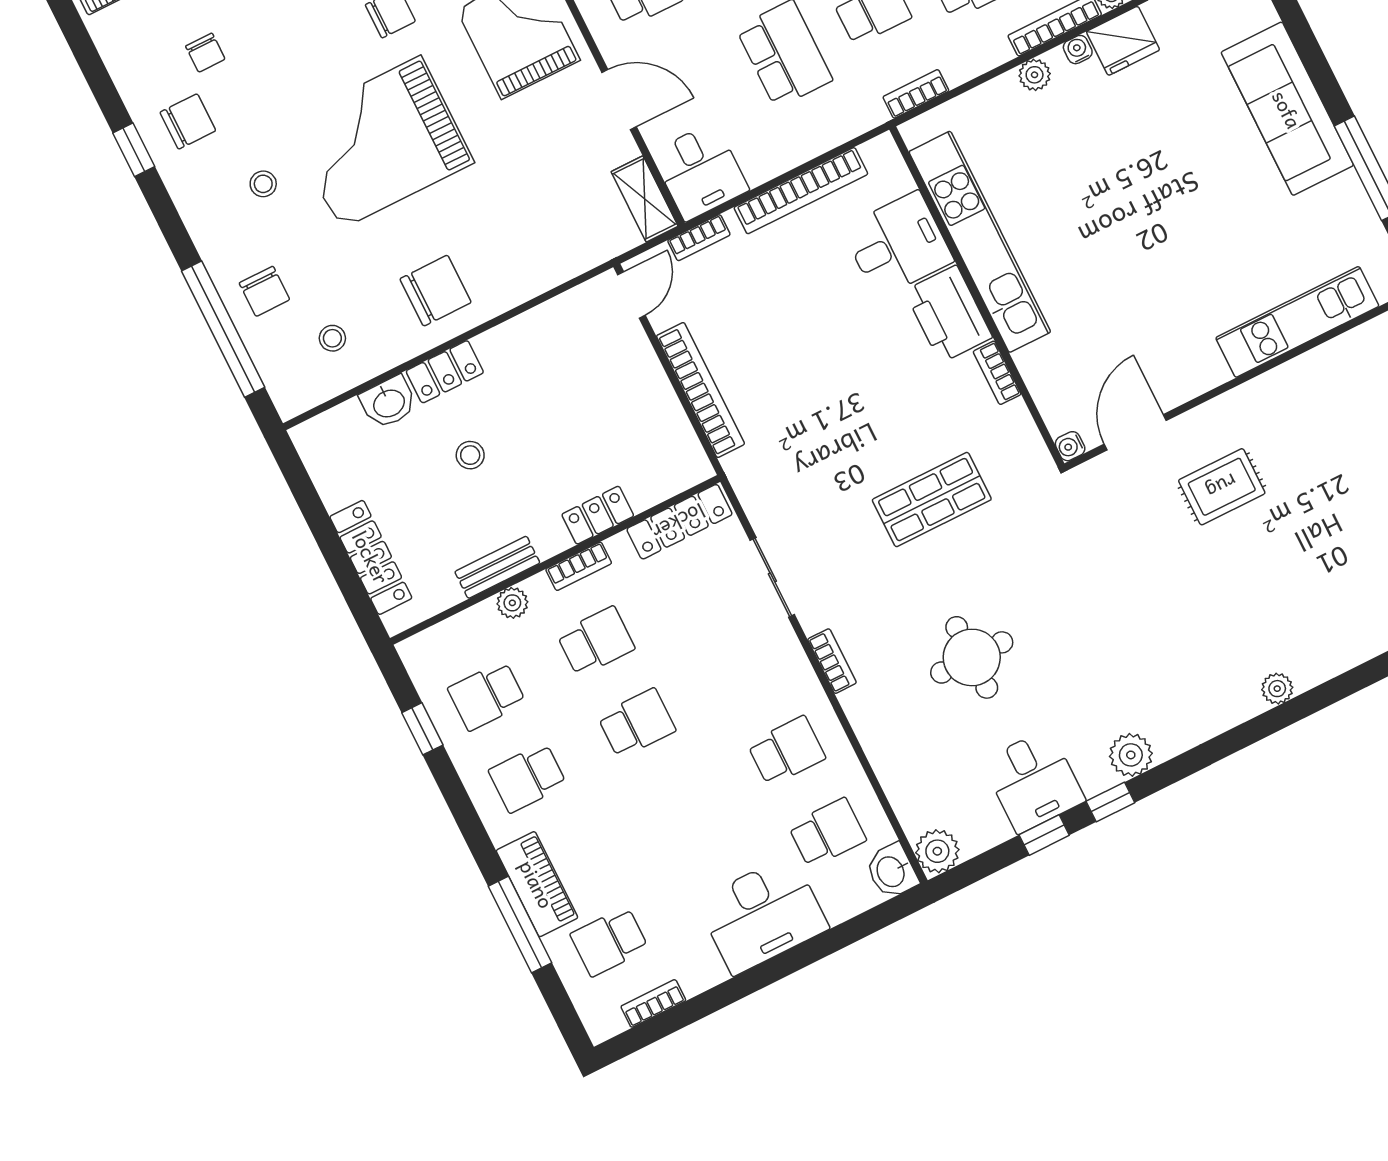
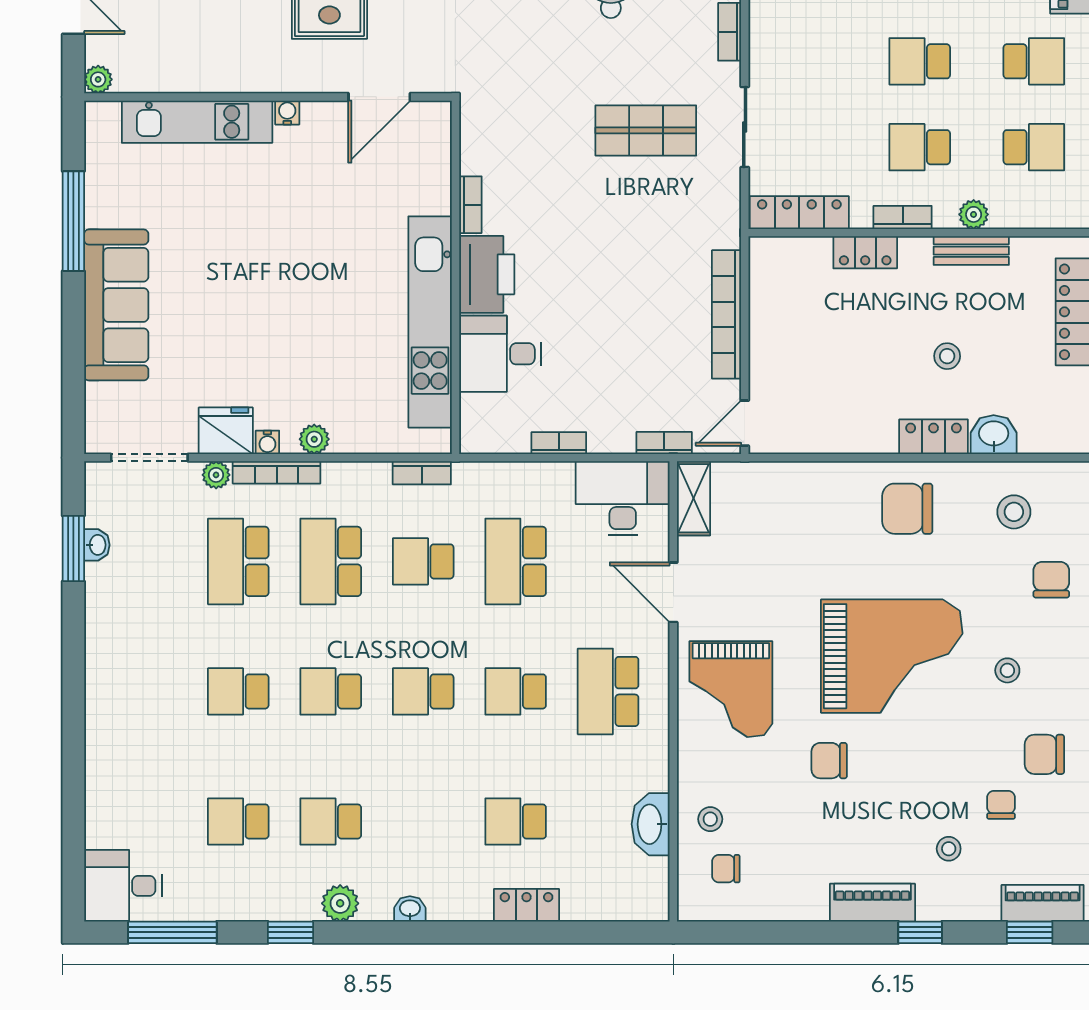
desk: (700, 171) -> (623, 498), width x1.37
bookcase: (801, 191) -> (559, 443), width x0.43, depth x0.76
stool: (332, 338) -> (1014, 512), width x1.37, depth x1.37
water cooler: (1070, 446) -> (287, 113), moved, turned -90
shop shelf: (932, 500) -> (646, 130), moved

